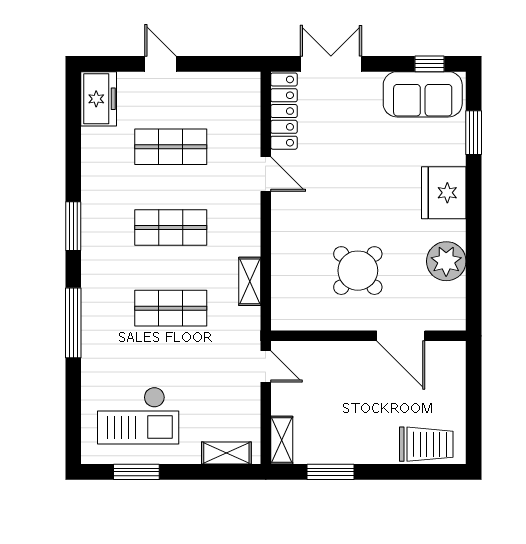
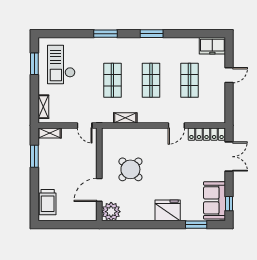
plant: (446, 261) -> (111, 212), moved
window: (73, 323) -> (105, 34), width x0.69
door: (266, 367) -> (85, 125), hinge flipped

